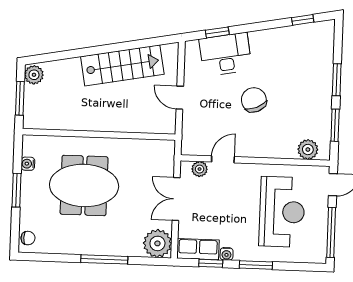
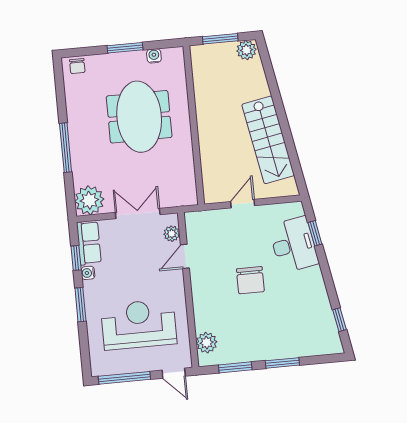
chair: (254, 100) -> (250, 280), turned 113
door: (223, 159) -> (185, 256), swing flipped
reception desk: (282, 212) -> (139, 324), turned 180

